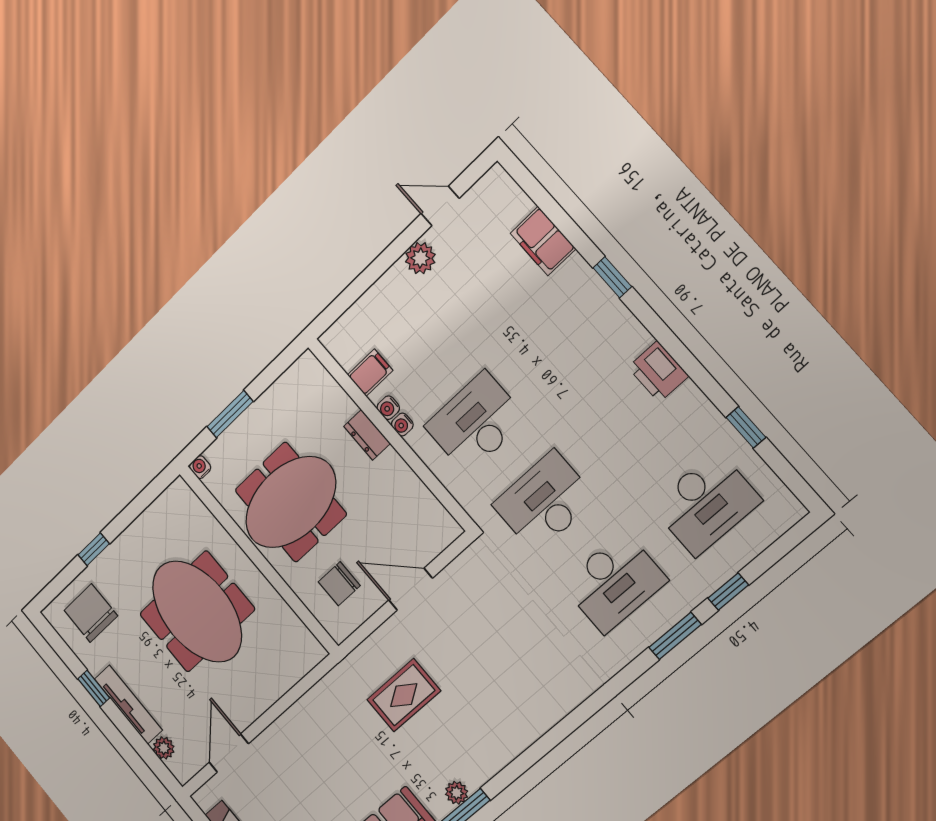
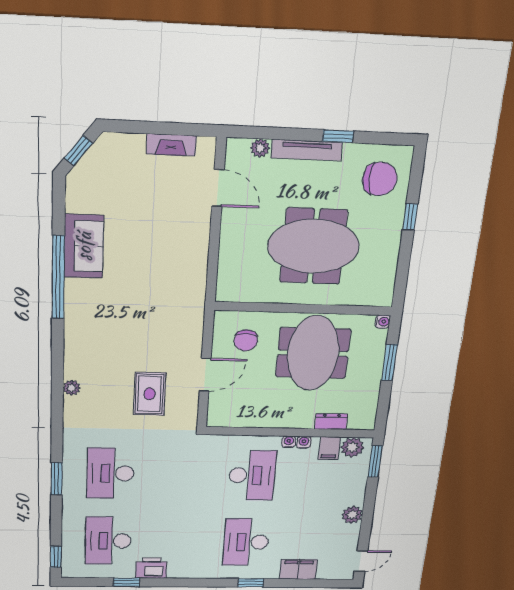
door: (440, 206) -> (361, 561), moved
window: (339, 306) -> (375, 461), added
plant: (347, 349) -> (352, 447), added
printer: (658, 372) -> (151, 568), moved
dresser: (367, 435) -> (331, 422), moved
desk: (544, 502) -> (246, 542), moved, turned 180
chair: (339, 584) -> (246, 340), turned 180
window: (728, 592) -> (56, 557), moved
rug: (404, 695) -> (150, 394), moved
plant: (457, 793) -> (72, 388), moved

